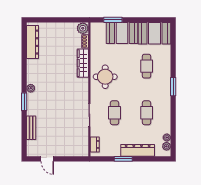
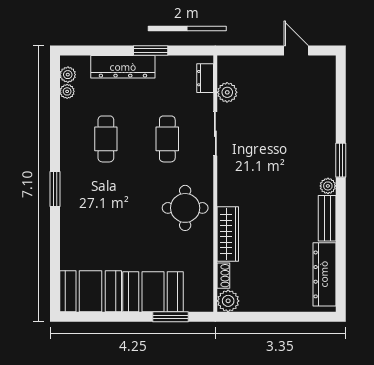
cafe table: (147, 66) -> (106, 228), removed
bench: (31, 128) -> (327, 218), moved
plant: (83, 137) -> (227, 92), added

